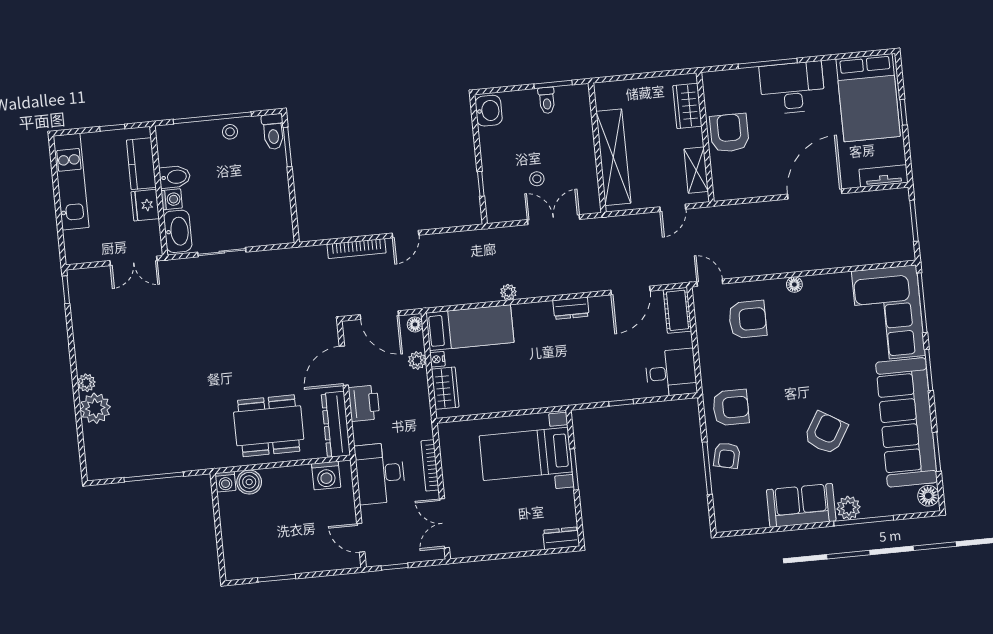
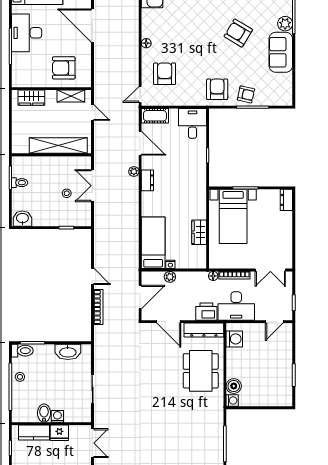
armchair: (729, 133) -> (64, 68), moved
washbasin: (178, 231) -> (68, 352), moved, turned 180
plant: (508, 292) -> (134, 171), moved
floor lamp: (415, 324) -> (213, 276), moved
wardrobe: (445, 388) -> (199, 232), moved, turned -90
printer: (364, 403) -> (206, 312), moved

